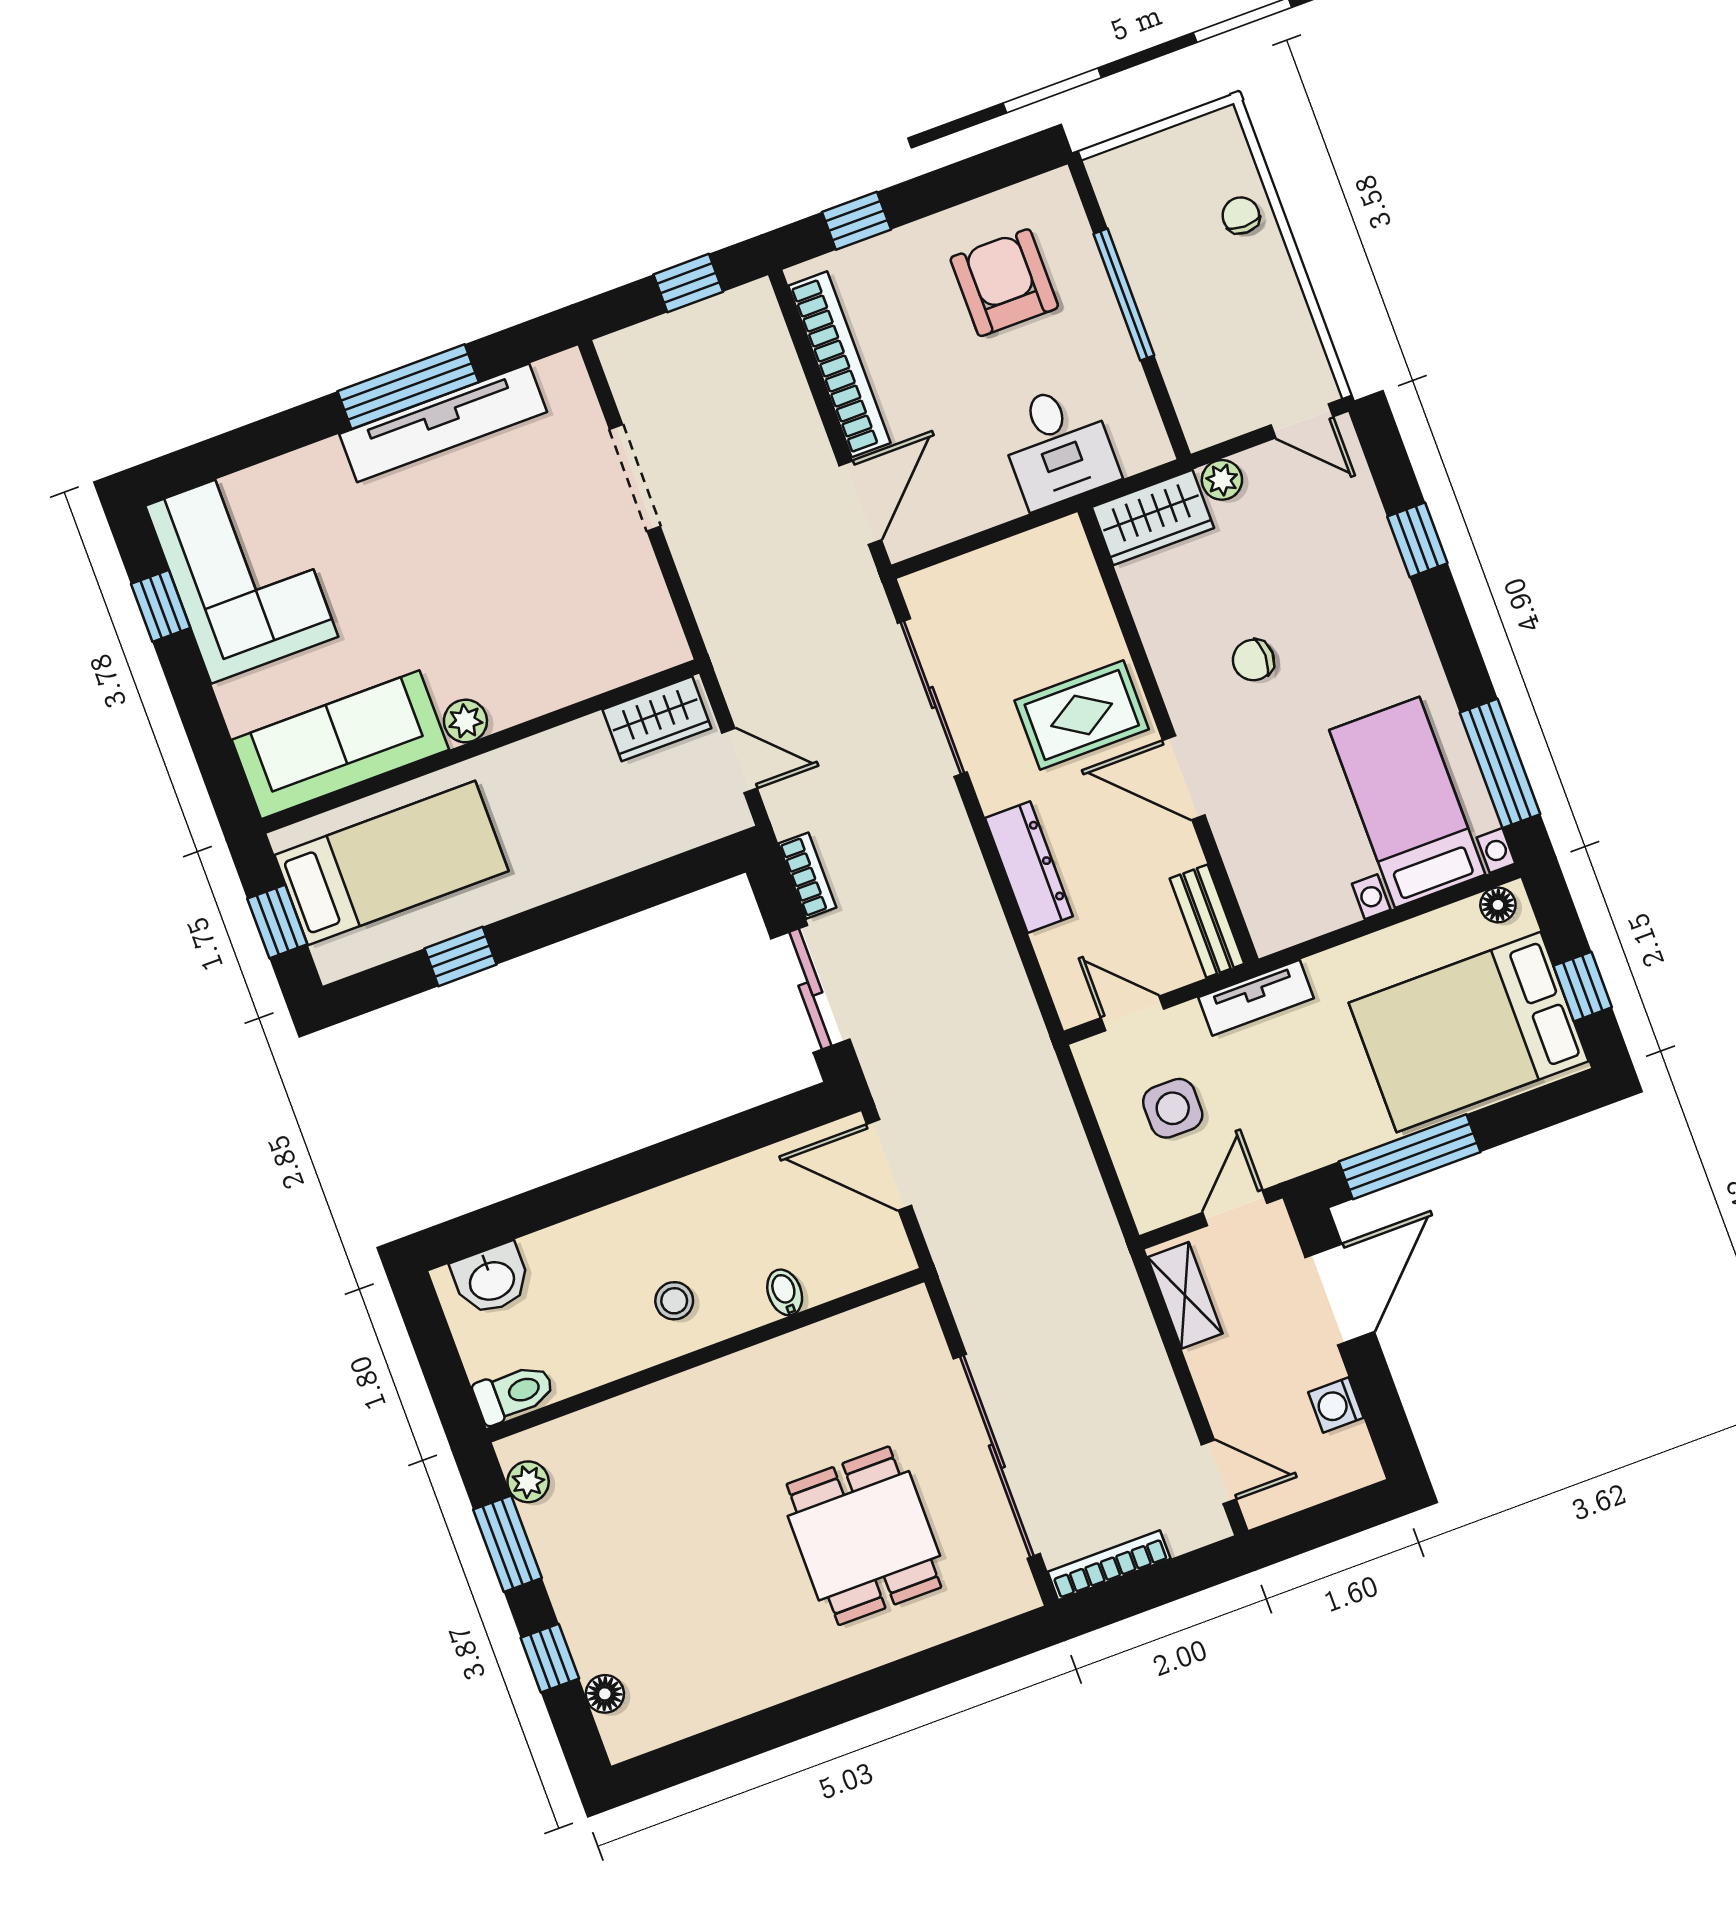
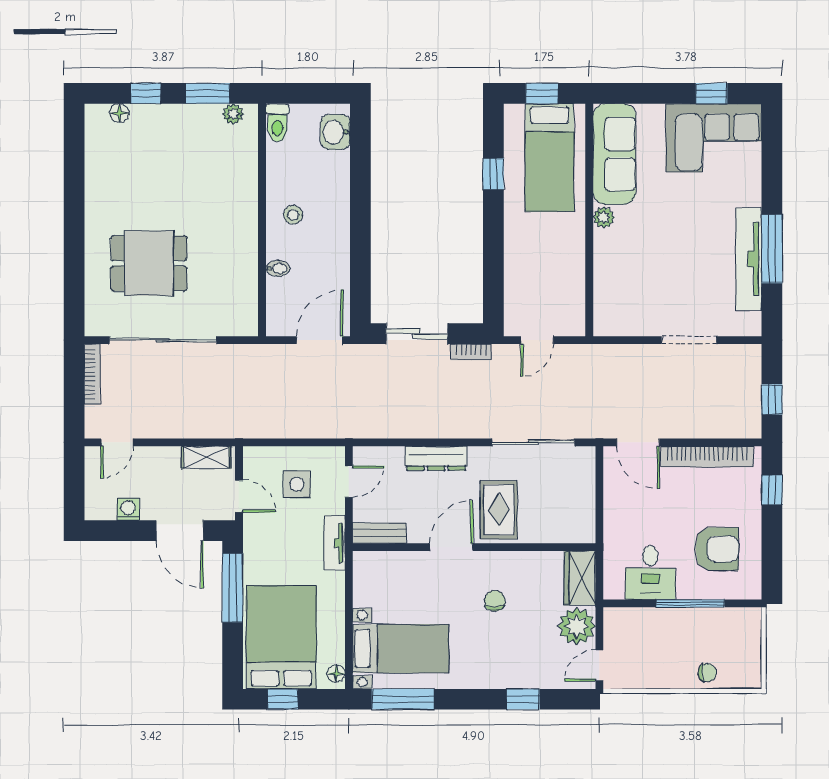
desk: (1058, 446) -> (650, 573), moved, turned -90
plant: (1222, 480) -> (577, 626), width x1.88, depth x1.88
wardrobe: (657, 719) -> (571, 308), removed

